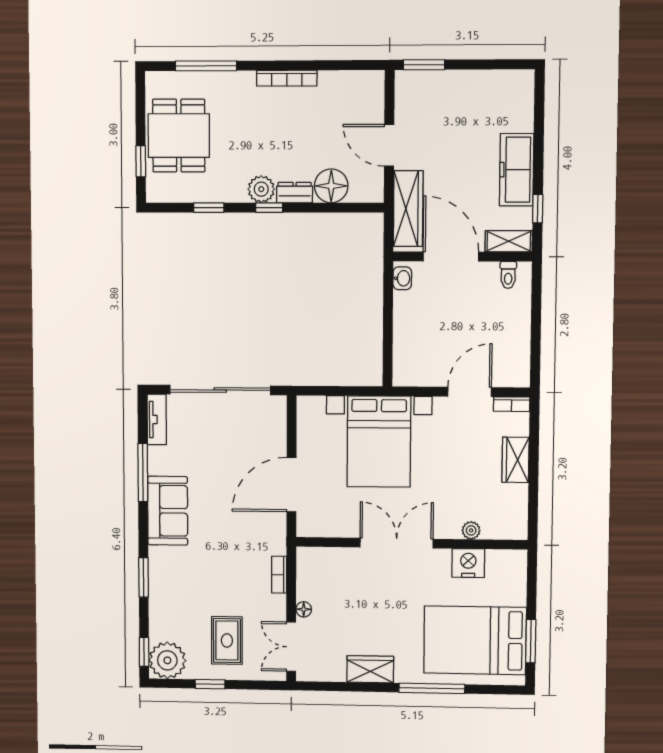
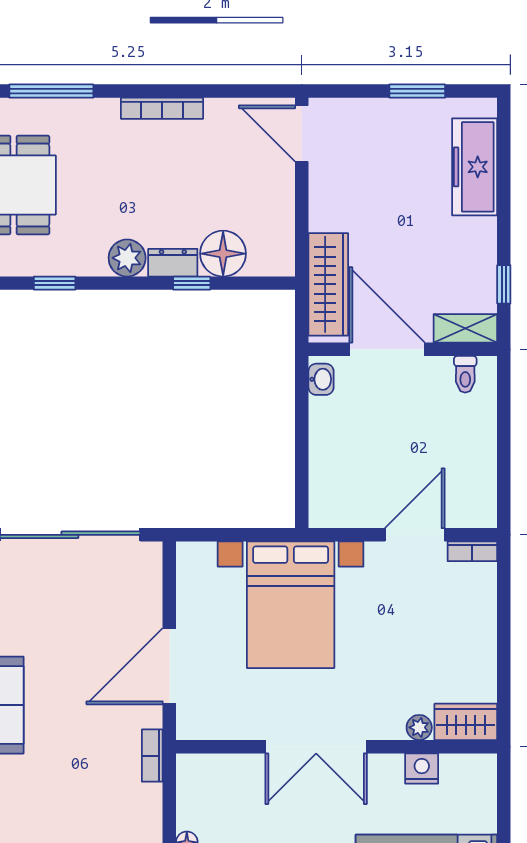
window: (424, 65) -> (417, 91), moved
door: (389, 145) -> (302, 133), moved
freezer: (517, 170) -> (475, 167), moved
window: (269, 208) -> (192, 283), moved
wardrobe: (516, 460) -> (466, 722), moved, turned 90
double door: (396, 543) -> (316, 747), swing flipped
nightstand: (468, 563) -> (422, 768), width x0.74, depth x0.75
bookcase: (279, 575) -> (152, 756), moved

